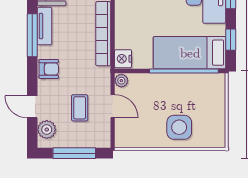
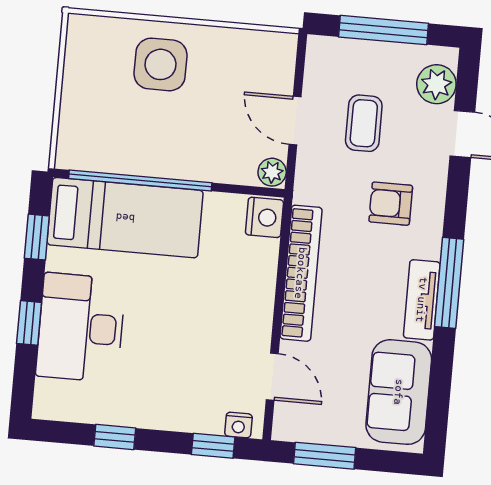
armchair: (49, 69) -> (391, 204), moved

